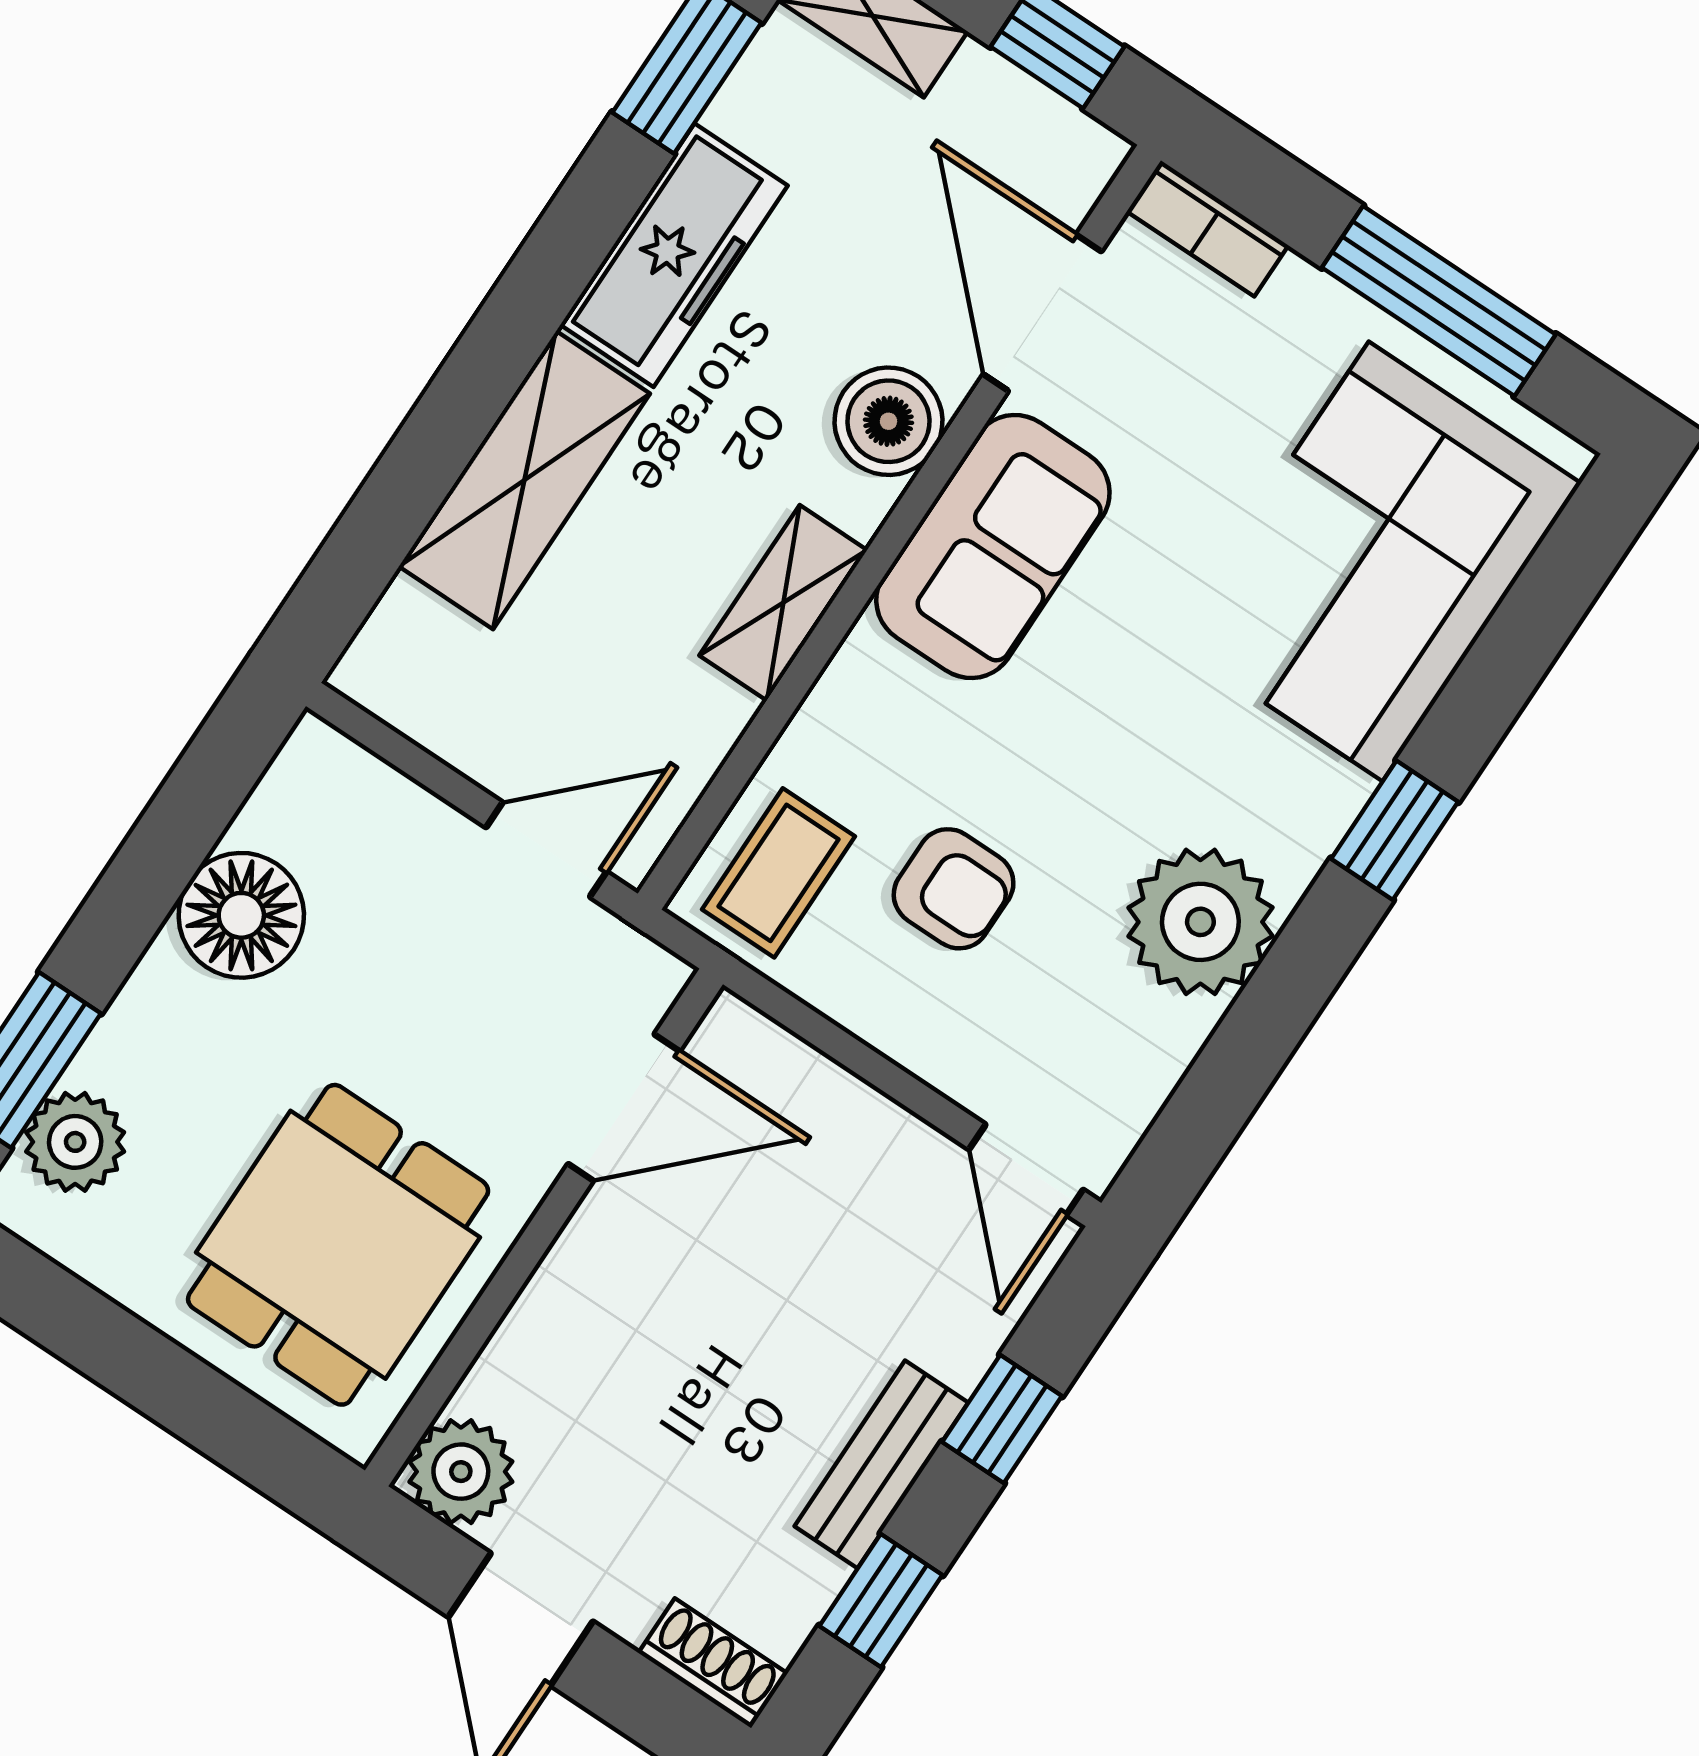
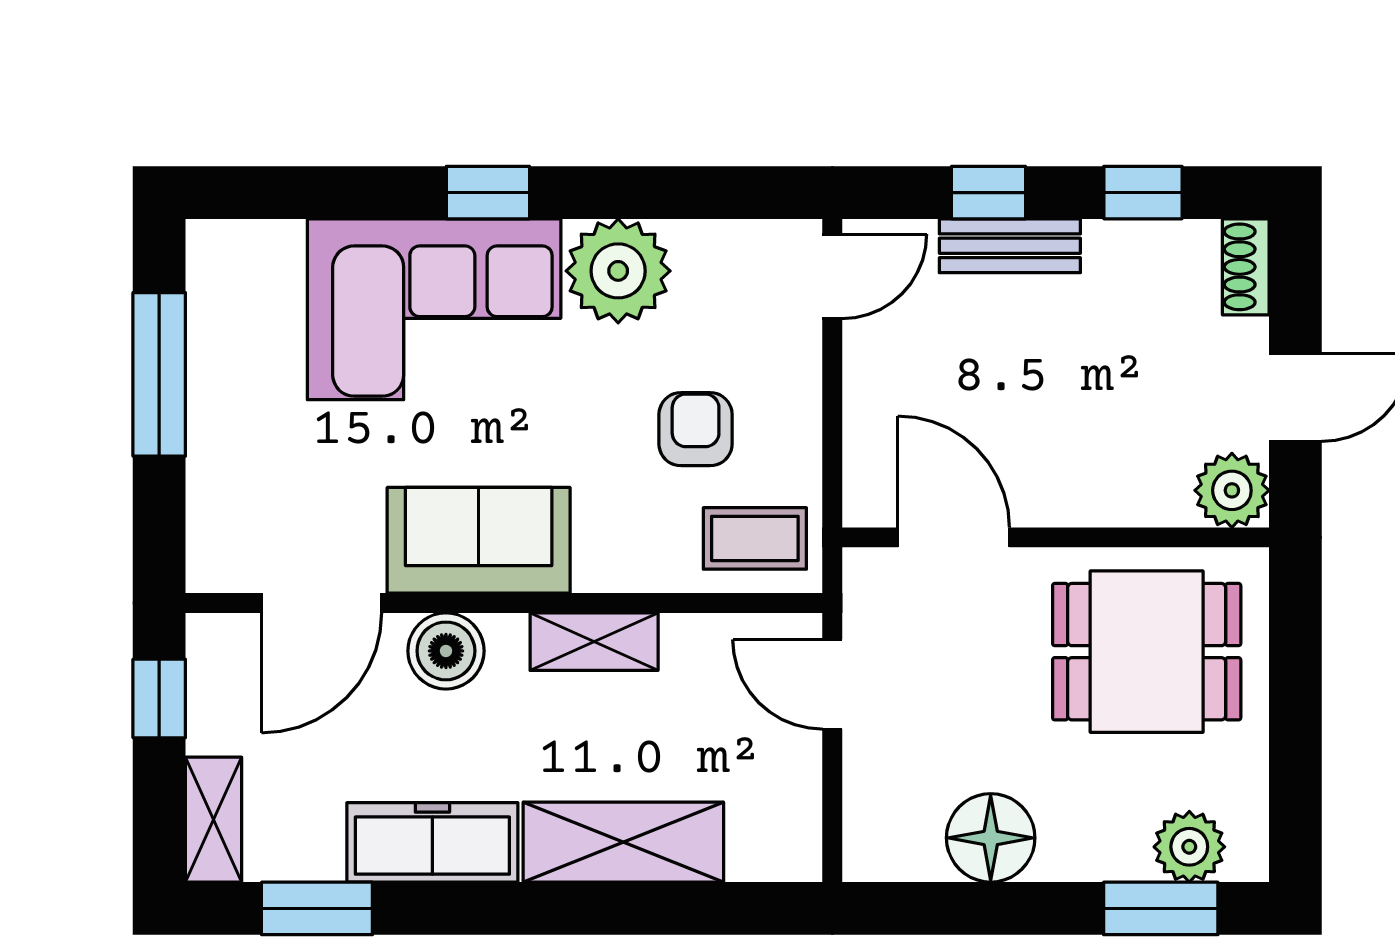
bookcase: (1208, 228) -> (207, 539), removed
corner sofa: (1376, 561) -> (434, 309), moved
bench: (881, 1464) -> (1010, 246), moved

